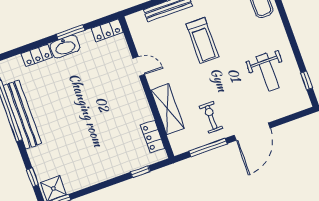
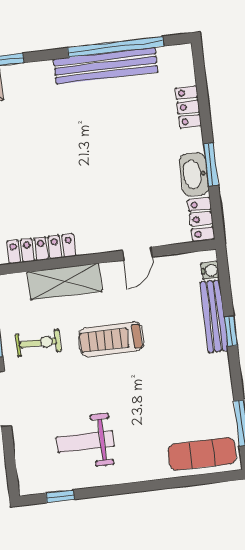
water cooler: (139, 17) -> (210, 270), added
treadmill: (202, 40) -> (111, 339), moved
washbasin: (65, 47) -> (194, 174), moved
locker: (153, 137) -> (41, 249), width x1.53

